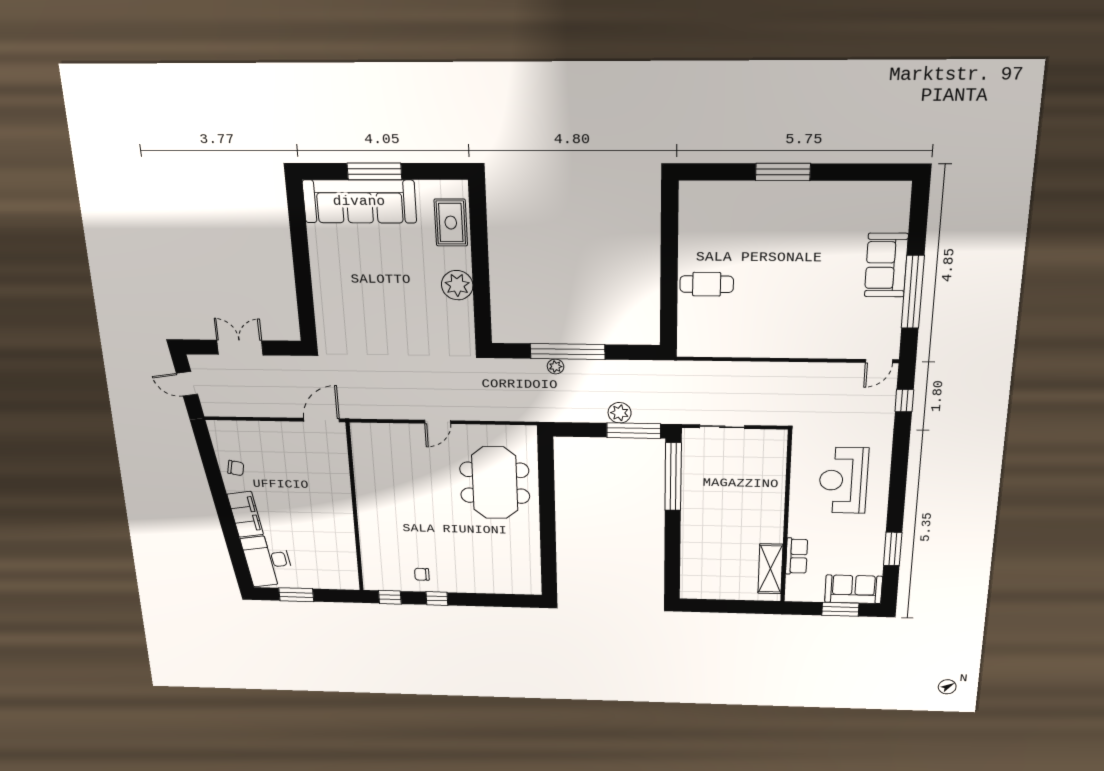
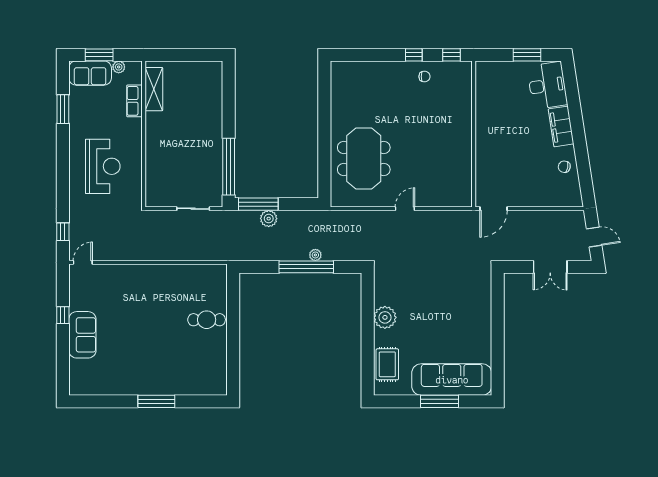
window: (913, 292) -> (63, 315), width x0.32
plant: (815, 595) -> (119, 67), added

